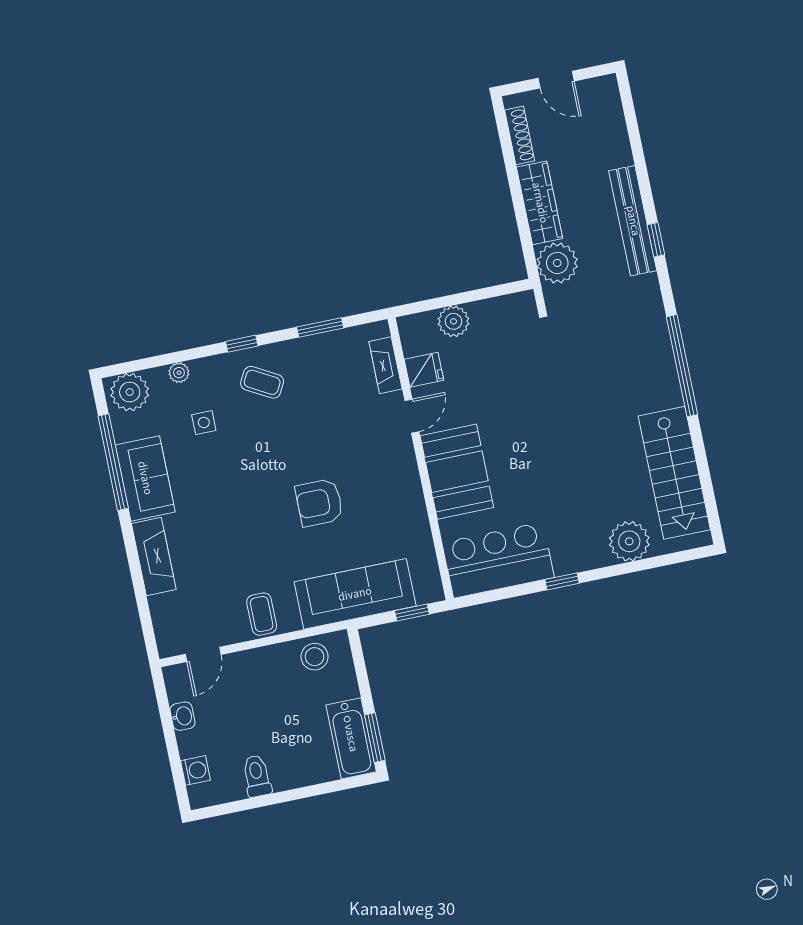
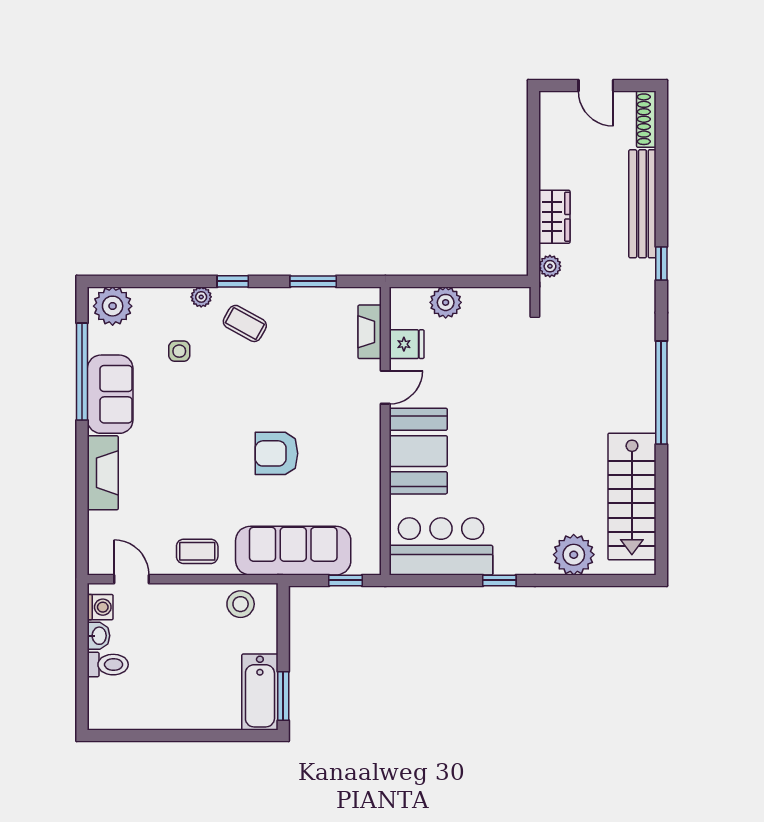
shoe rack: (520, 135) -> (646, 119), moved, turned 180
wardrobe: (540, 203) -> (554, 217), width x0.67
bench: (633, 221) -> (642, 204), moved
plant: (557, 263) -> (550, 266), width x0.53, depth x0.53
plant: (179, 373) -> (201, 297), moved
coffee table: (262, 614) -> (197, 551), turned 90
door: (203, 654) -> (131, 579), swing flipped
washing machine: (195, 770) -> (100, 607), moved
toilet: (257, 776) -> (108, 665), moved, turned 90

